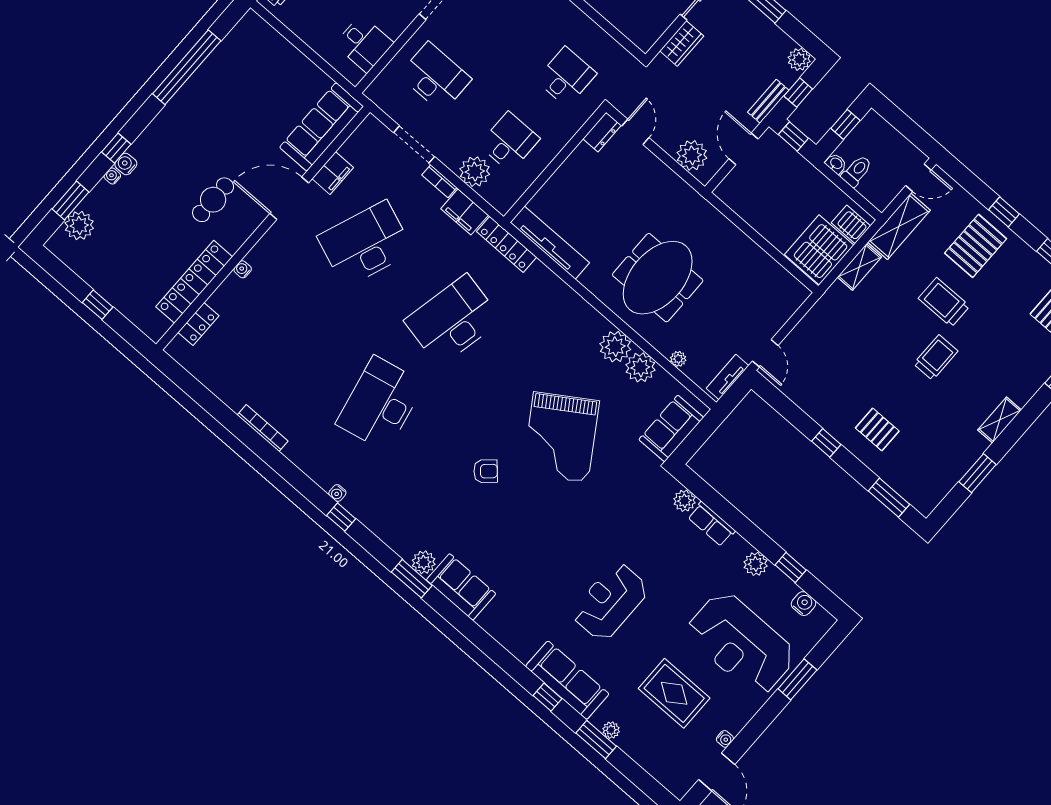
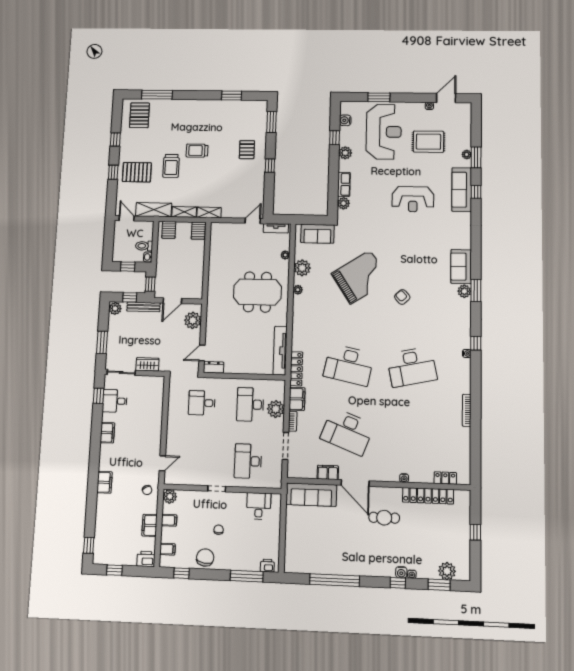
bench: (768, 101) -> (143, 307), width x1.36
desk: (509, 142) -> (250, 404), width x1.37
server rack: (819, 250) -> (198, 231), width x0.46, depth x0.70
plant: (615, 347) -> (298, 290), width x0.53, depth x0.53
shelving: (1000, 420) -> (209, 212), moved
rug: (674, 693) -> (428, 142), turned 90

